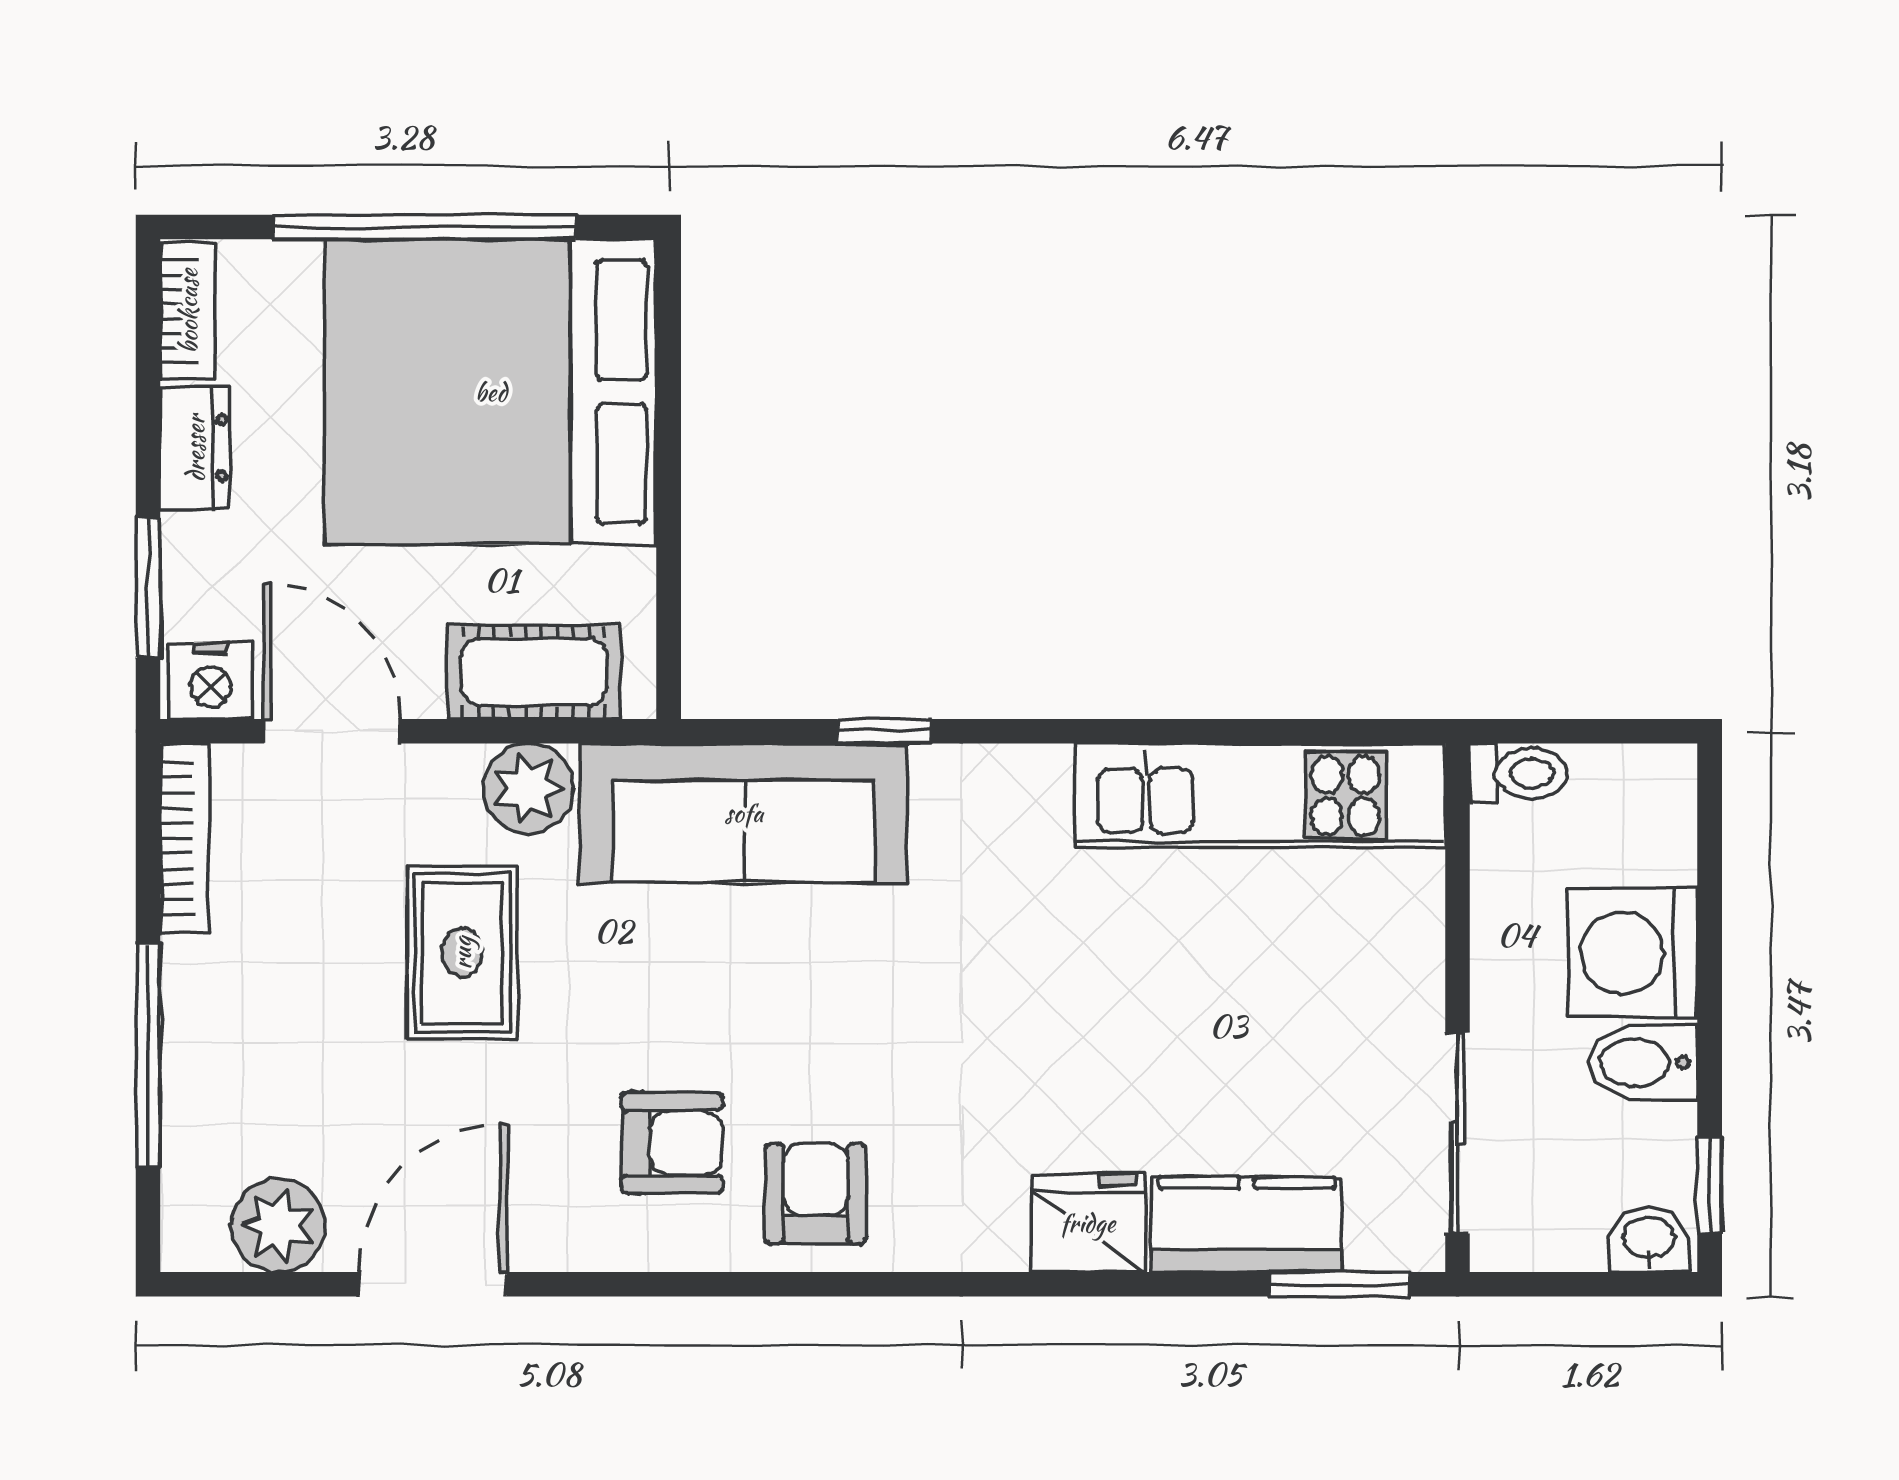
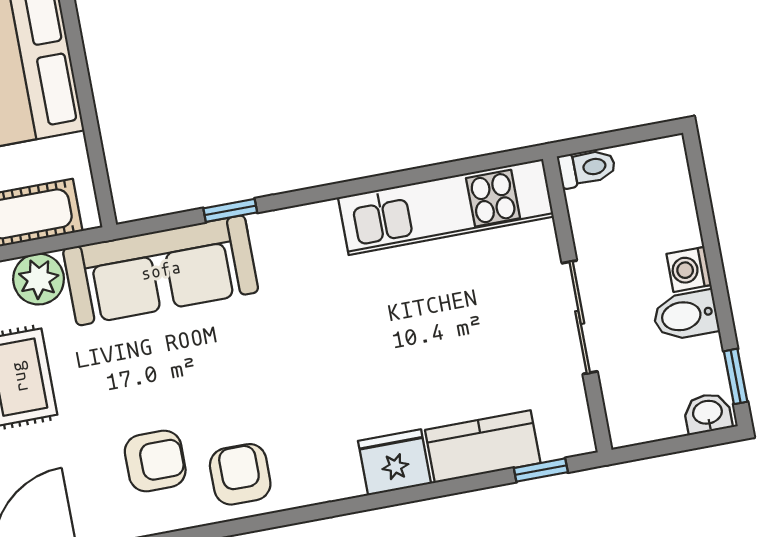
washing machine: (1633, 953) -> (689, 269), width x0.53, depth x0.53
sliding door: (1457, 1133) -> (580, 317), moved
window: (1340, 1284) -> (541, 470), width x0.67

